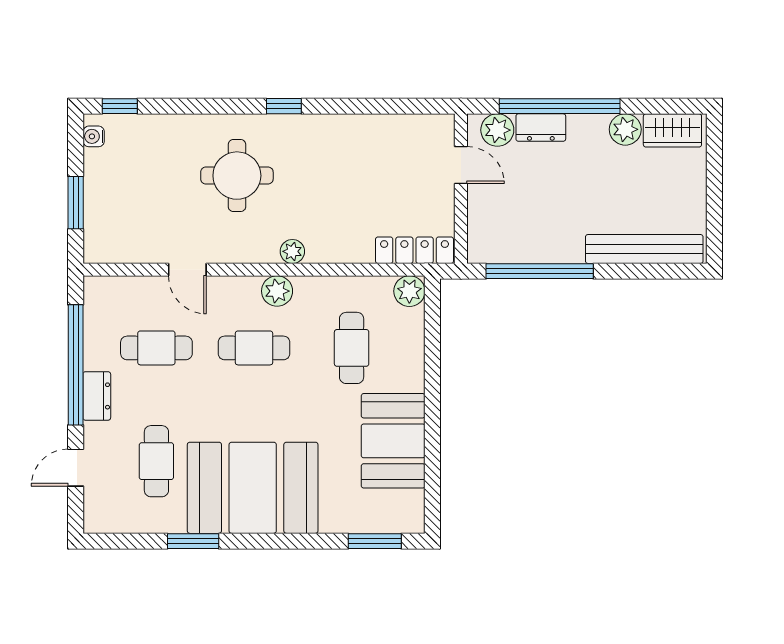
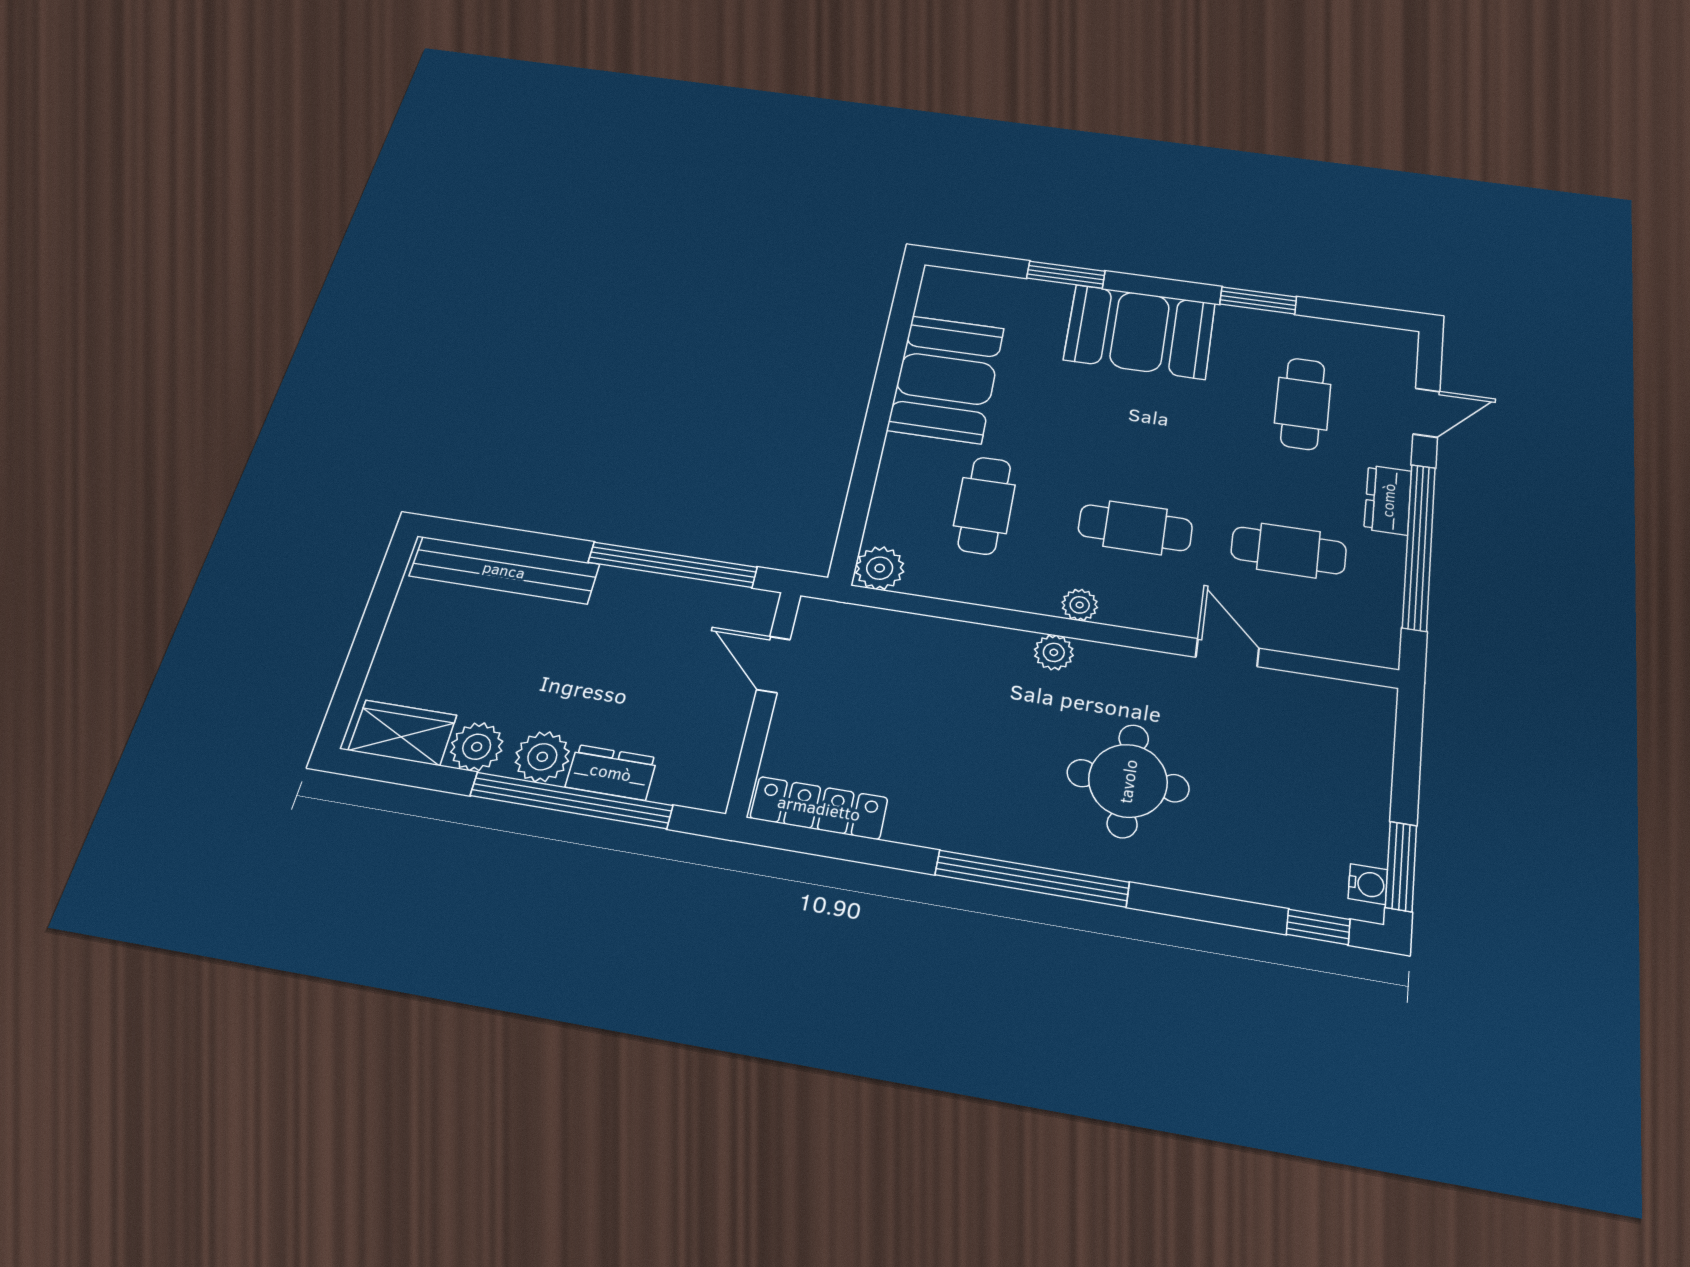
window: (284, 106) -> (1032, 878), width x3.17
plant: (497, 130) -> (542, 757), moved
door: (461, 165) -> (773, 665), moved
window: (76, 203) -> (1401, 866), moved
locker: (414, 250) -> (819, 808), moved, turned 180
plant: (277, 291) -> (1080, 605), width x0.73, depth x0.73
booth: (253, 488) -> (1140, 332), width x0.73, depth x0.70
window: (375, 541) -> (1066, 275), moved

